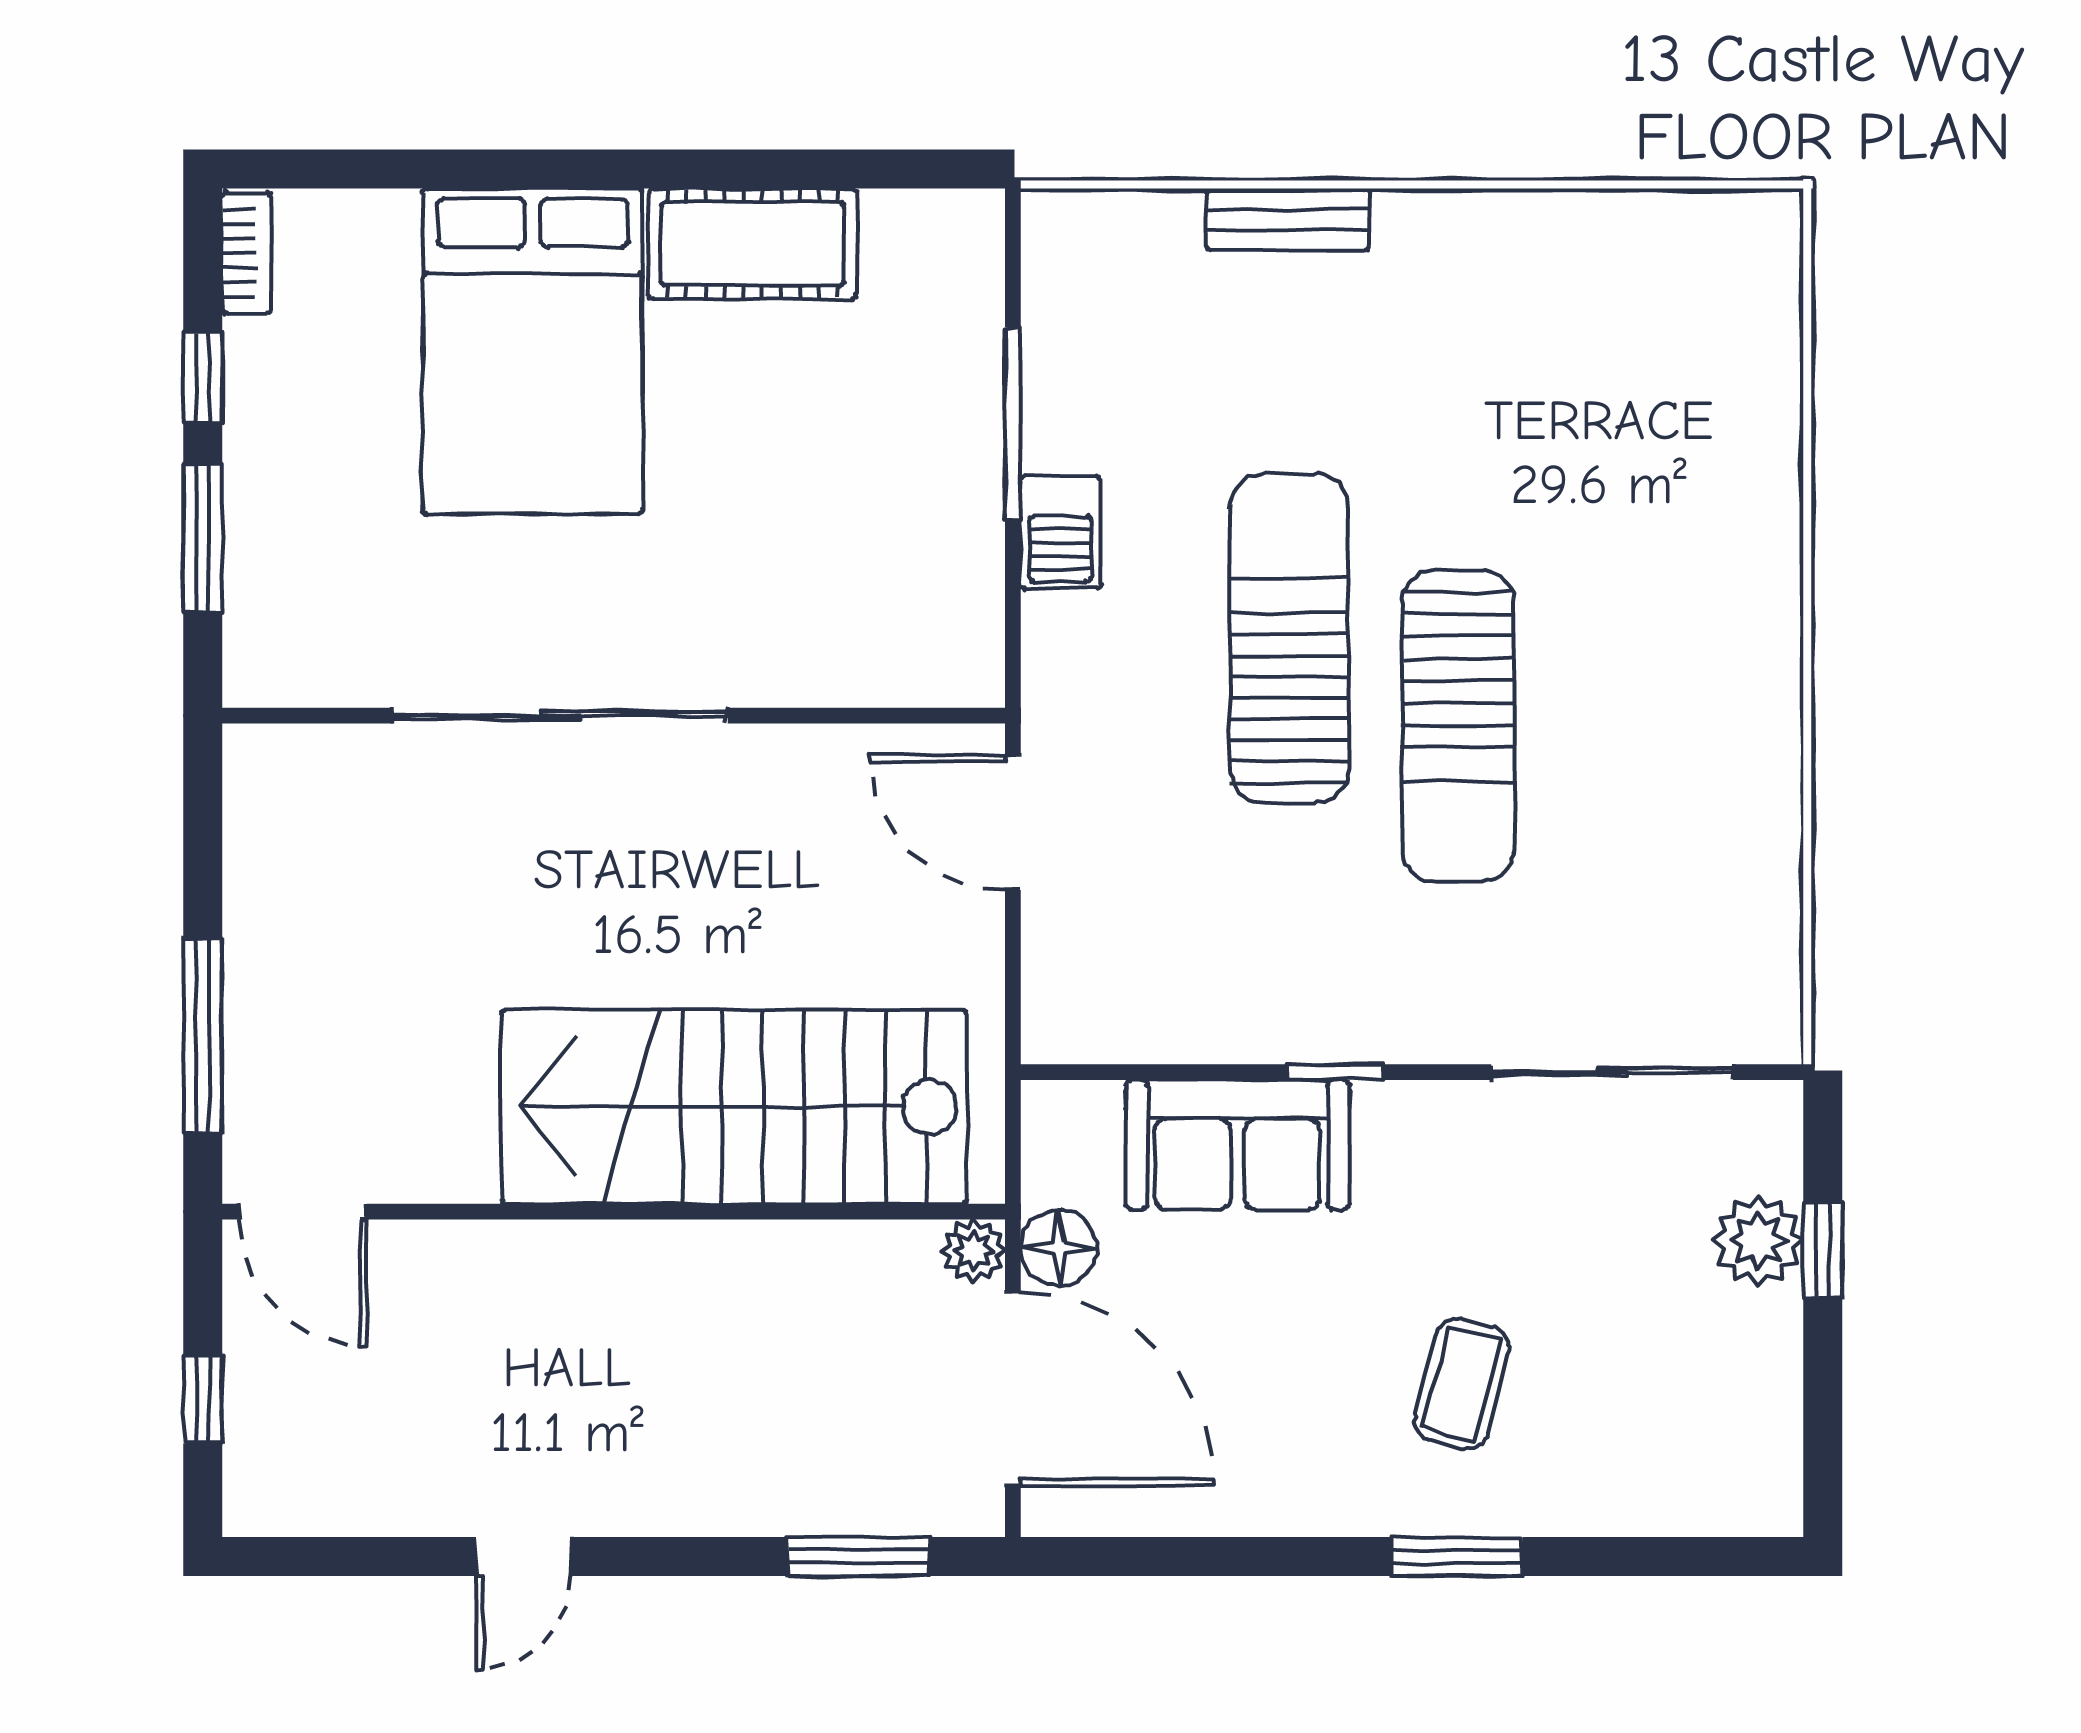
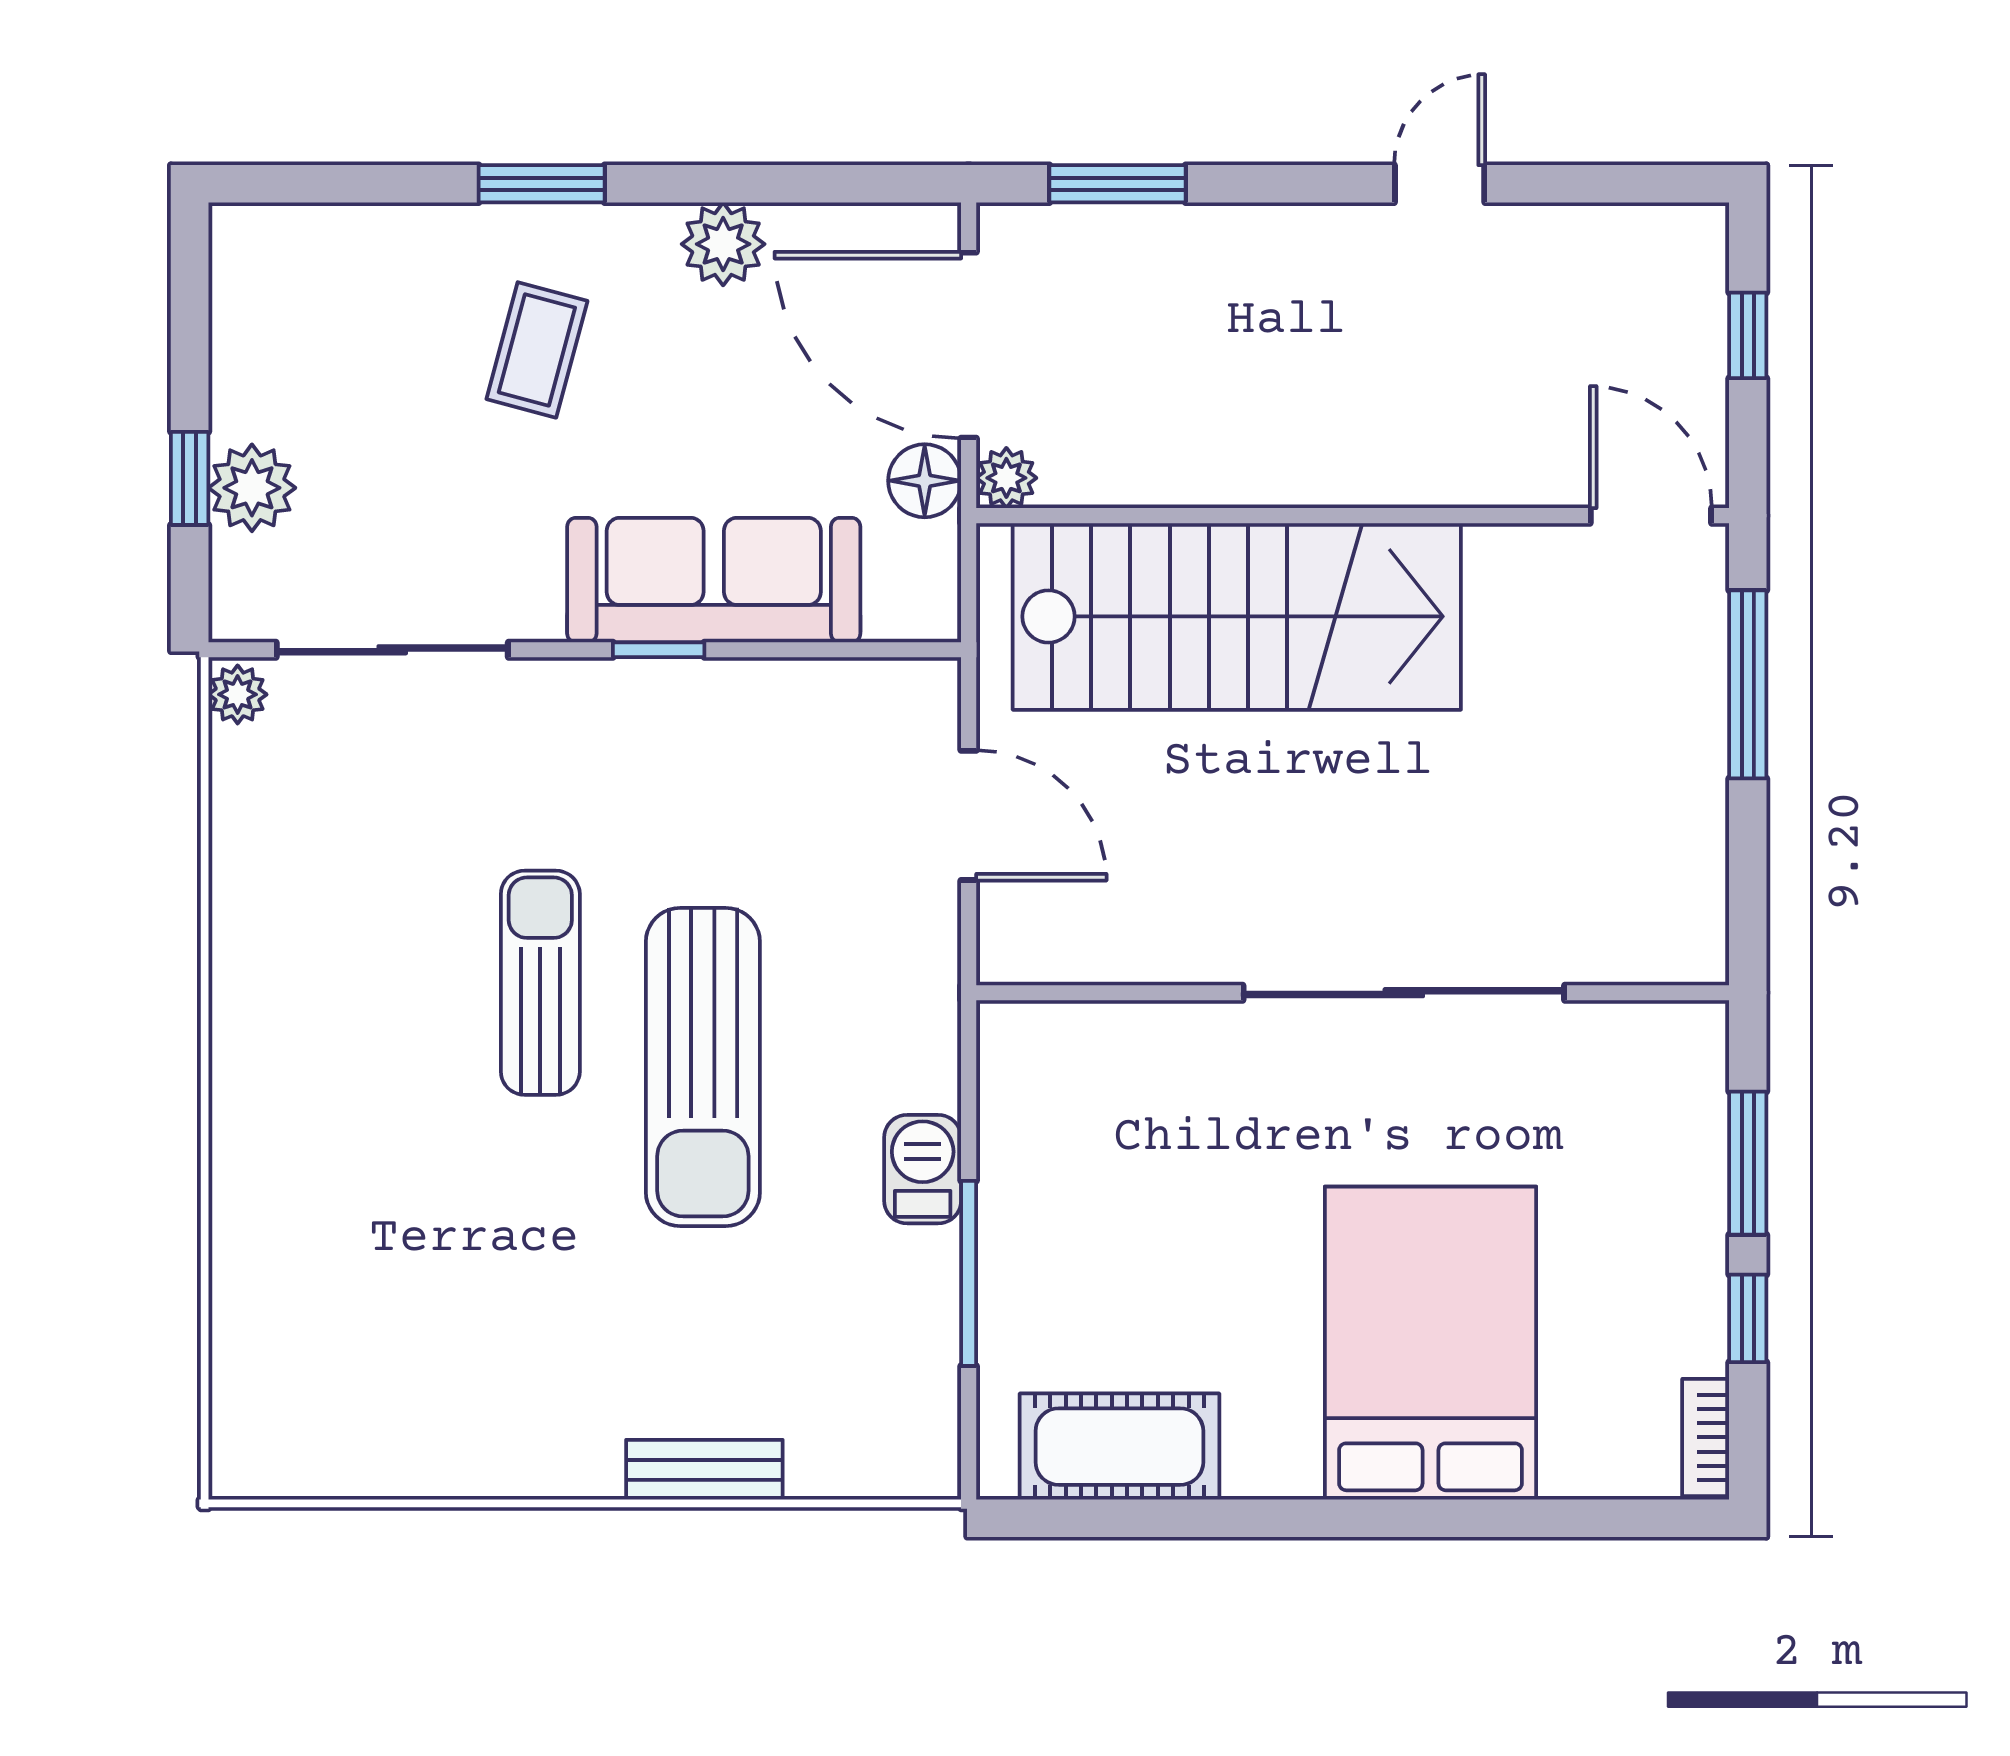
cot: (753, 244) -> (1119, 1447), moved
sun lounger: (1458, 726) -> (540, 983), width x0.73, depth x0.75
door: (1013, 822) -> (969, 815), moved
plant: (1773, 1026) -> (238, 694), added
sofa: (1237, 1145) -> (714, 580), width x1.36
plant: (1268, 1494) -> (723, 244), added

